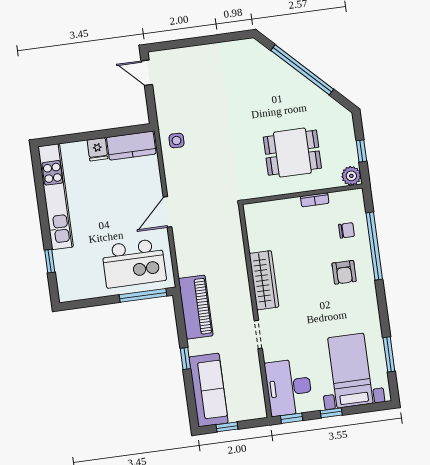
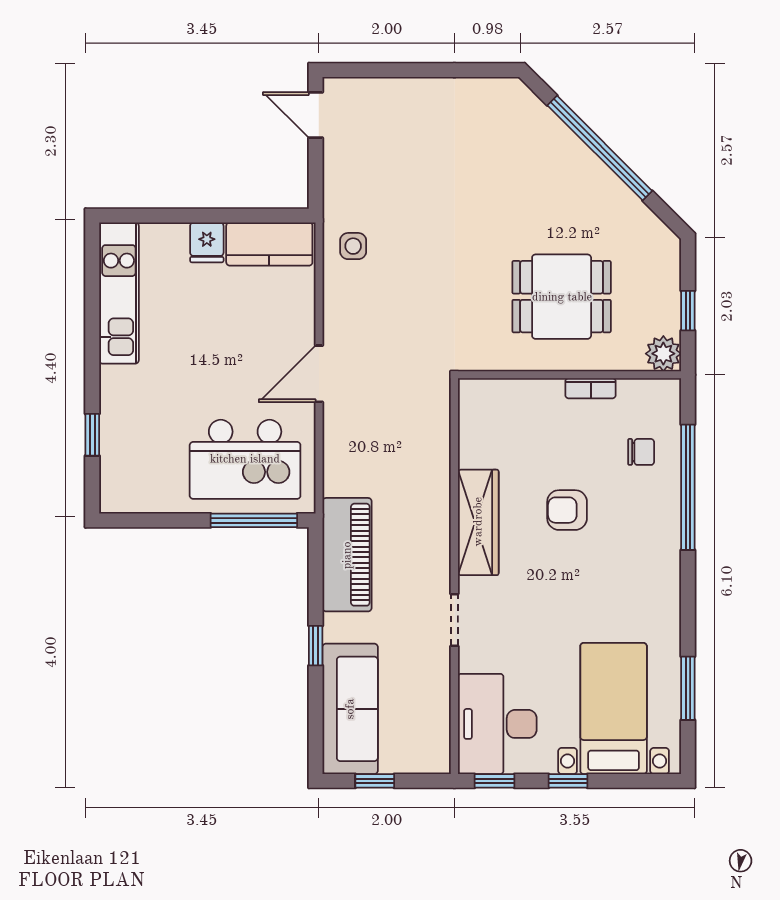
kitchen unit: (56, 197) -> (119, 293), width x0.73
armchair: (344, 272) -> (567, 510), moved, turned 90

